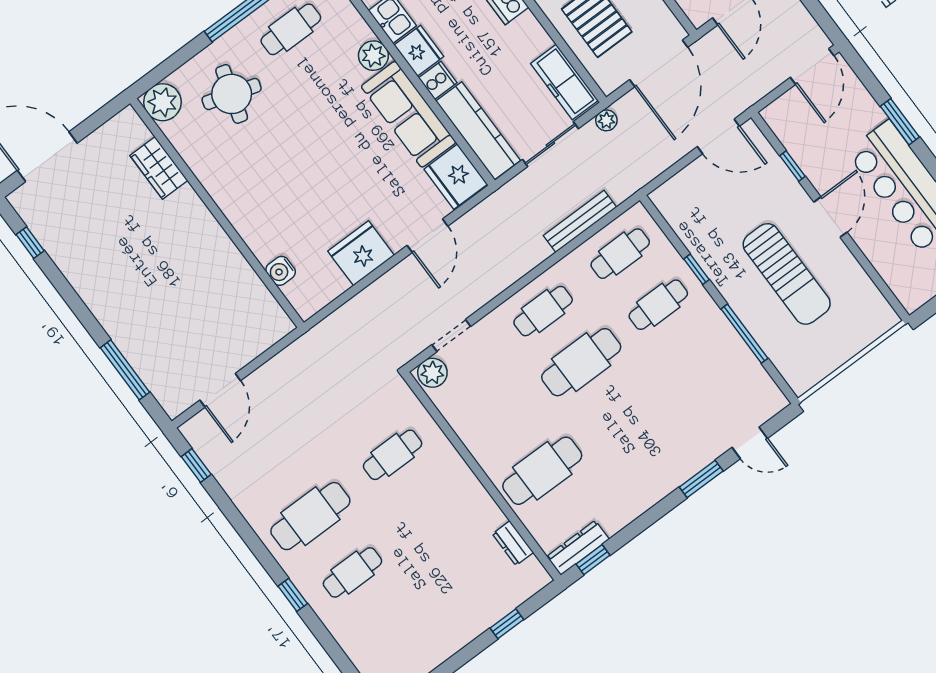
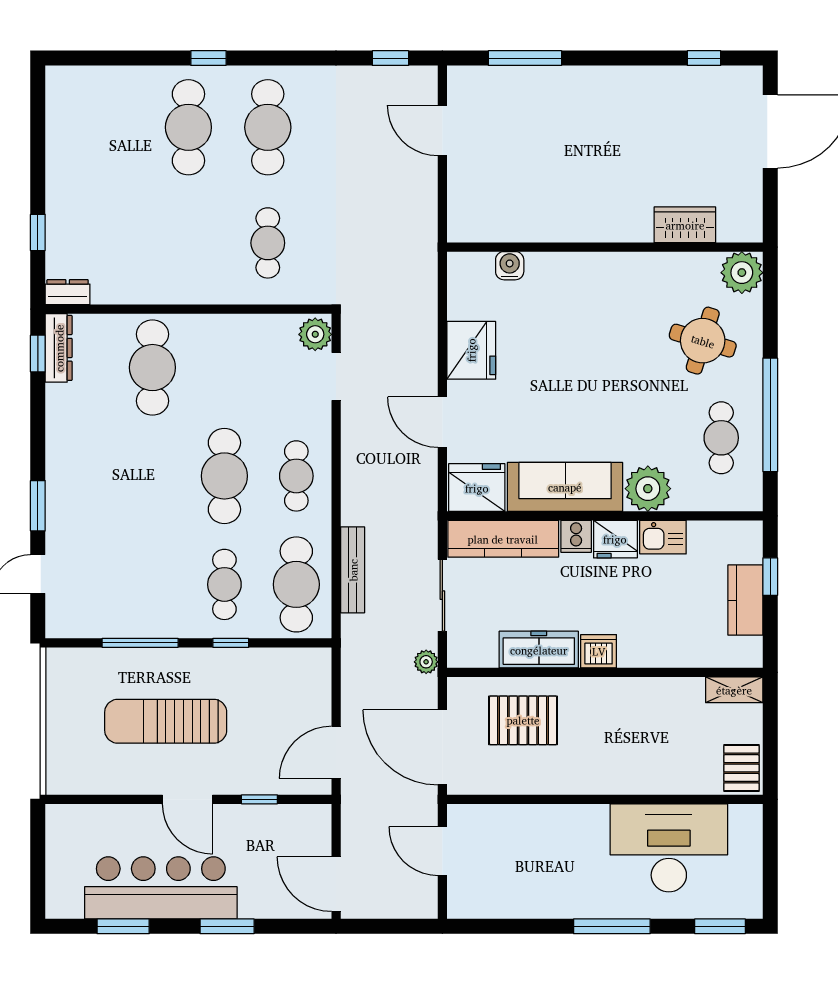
plant: (373, 56) -> (648, 489), width x1.36, depth x1.36
freezer: (564, 82) -> (539, 650), moved
cafe table: (620, 254) -> (296, 584), width x1.37, depth x1.35
dresser: (513, 543) -> (68, 292), moved
cafe table: (352, 572) -> (188, 127), width x1.37, depth x1.35

